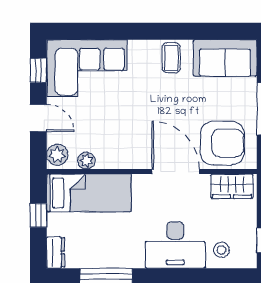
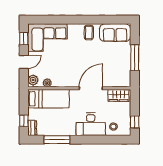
door: (38, 118) -> (24, 62), hinge flipped
armchair: (222, 143) -> (114, 74), removed
door: (176, 172) -> (91, 88), hinge flipped
window: (38, 215) -> (24, 121), moved

